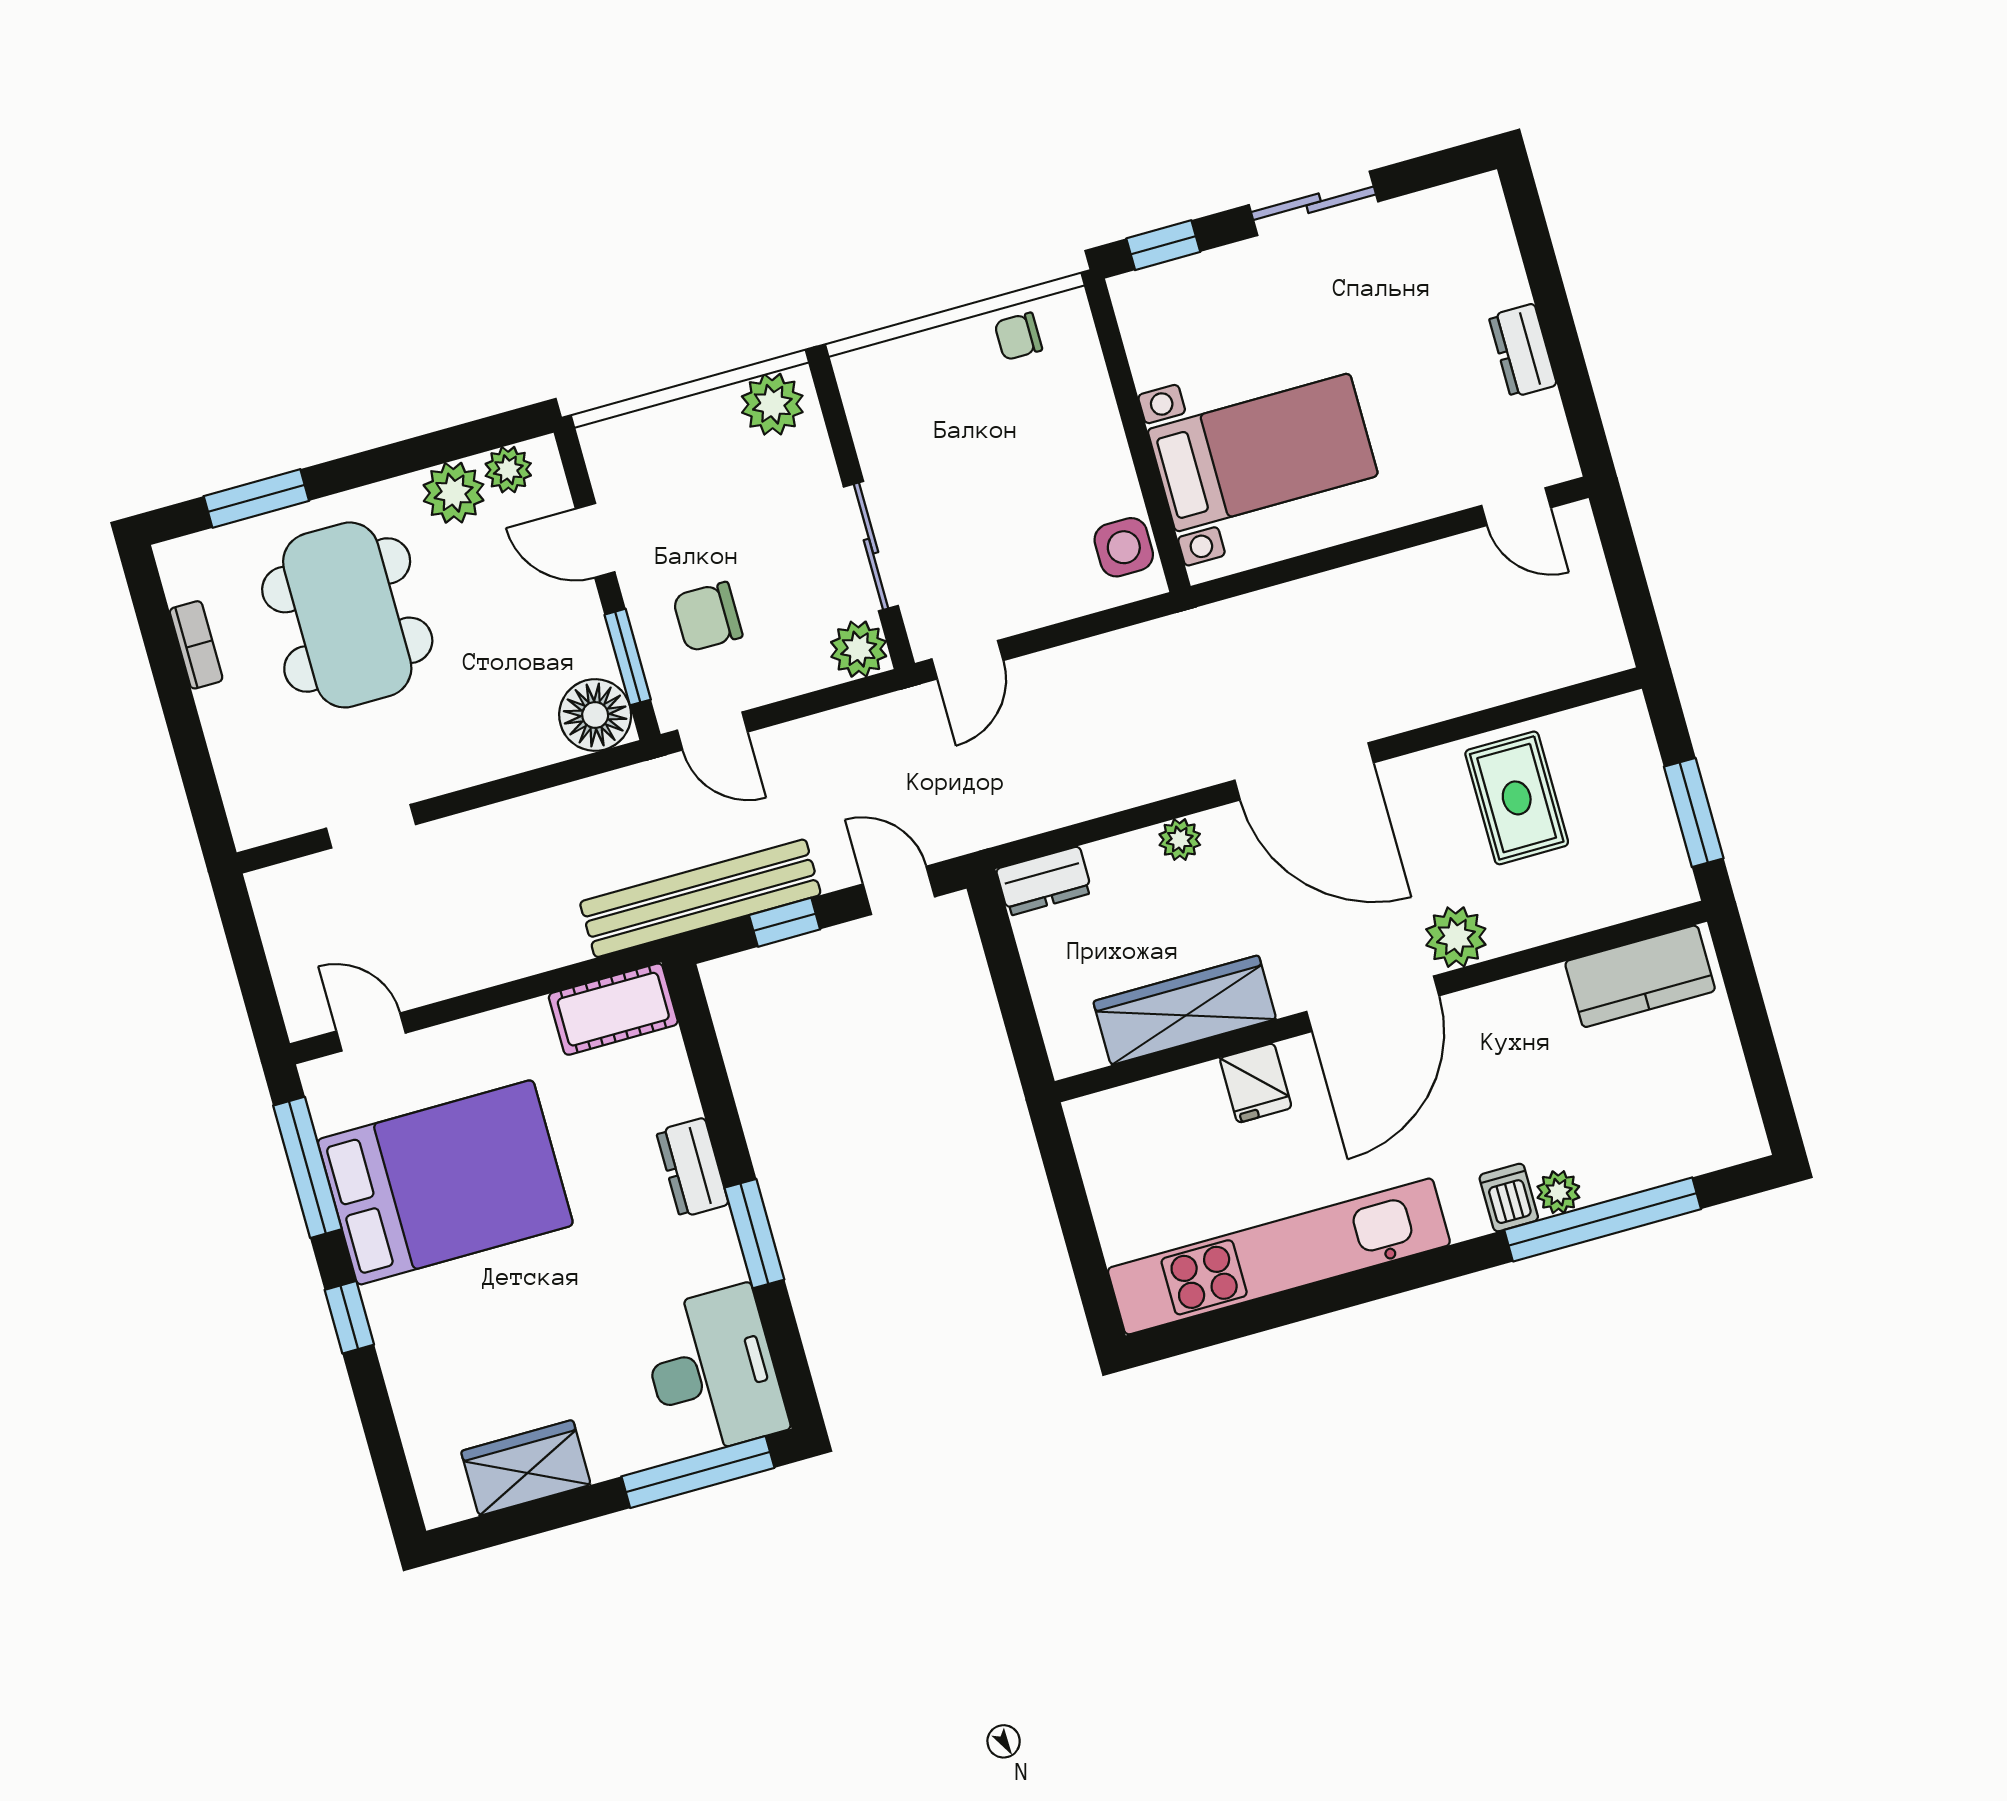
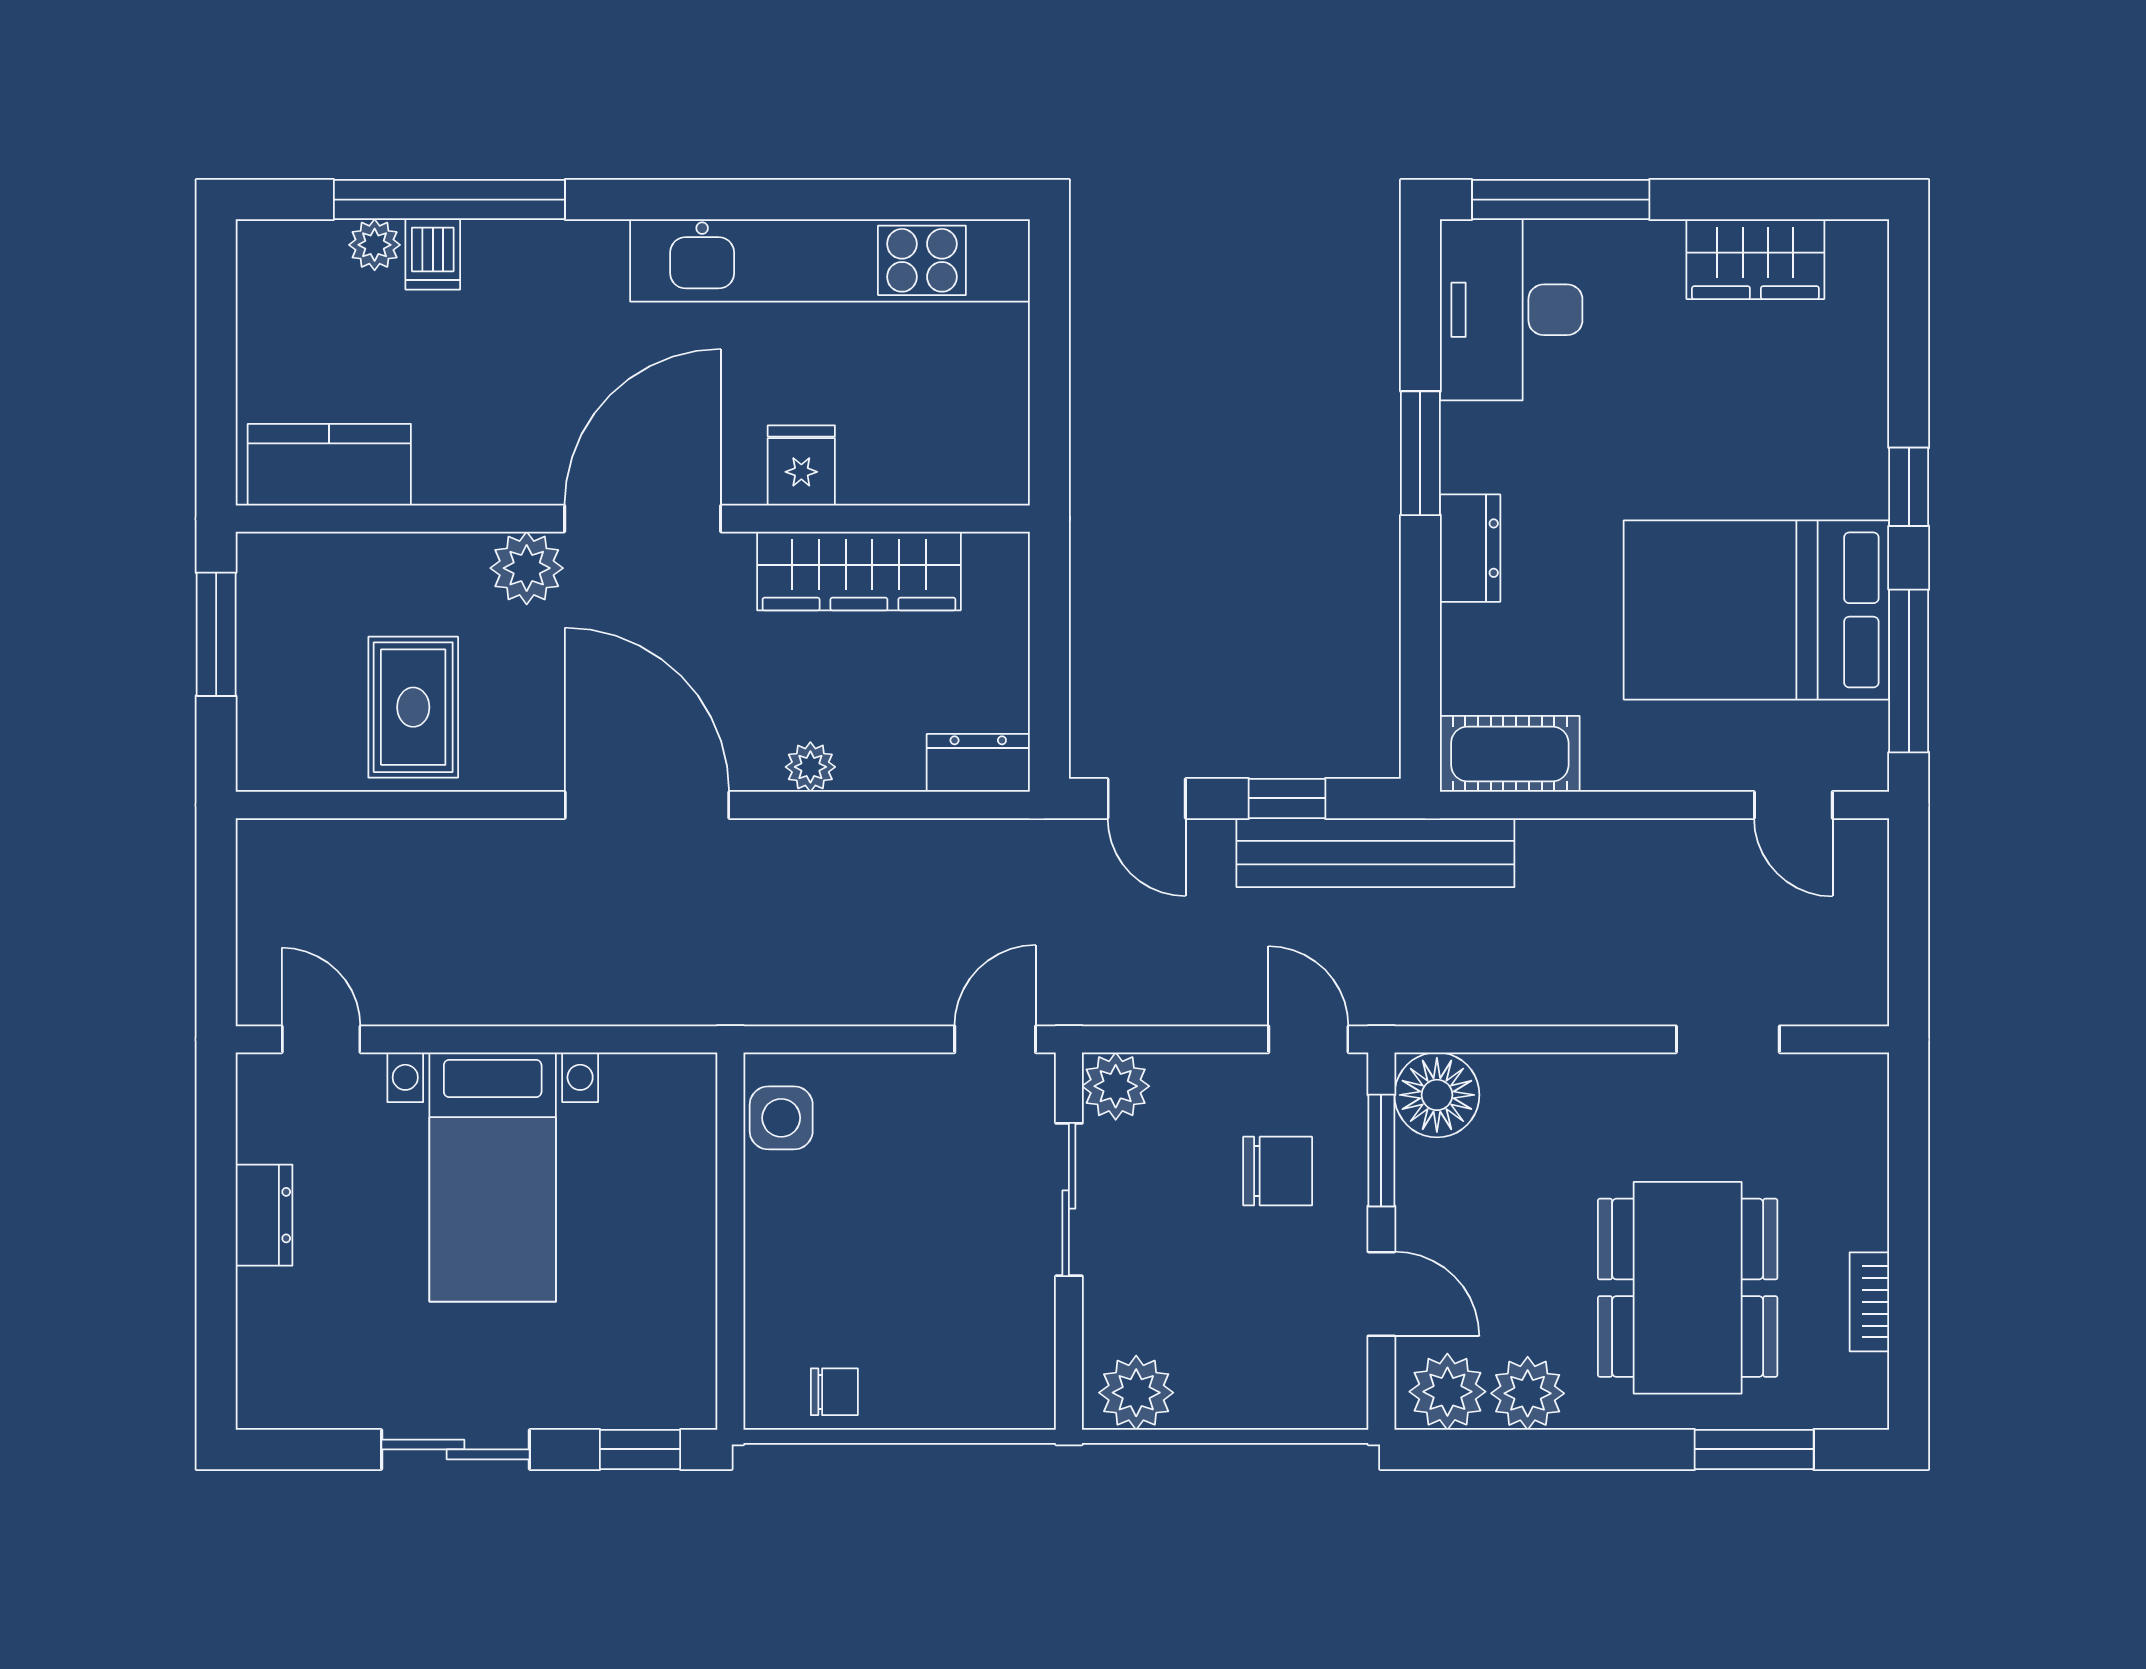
bed with nightstands: (1263, 453) -> (493, 1177), moved, turned -90
plant: (508, 470) -> (1447, 1392), width x1.38, depth x1.38
plant: (1558, 1192) -> (375, 245), moved
dishwasher: (1509, 1198) -> (433, 254), moved

